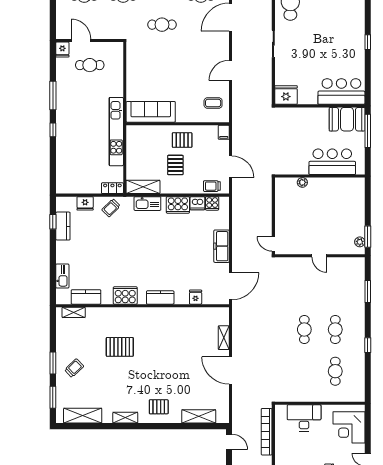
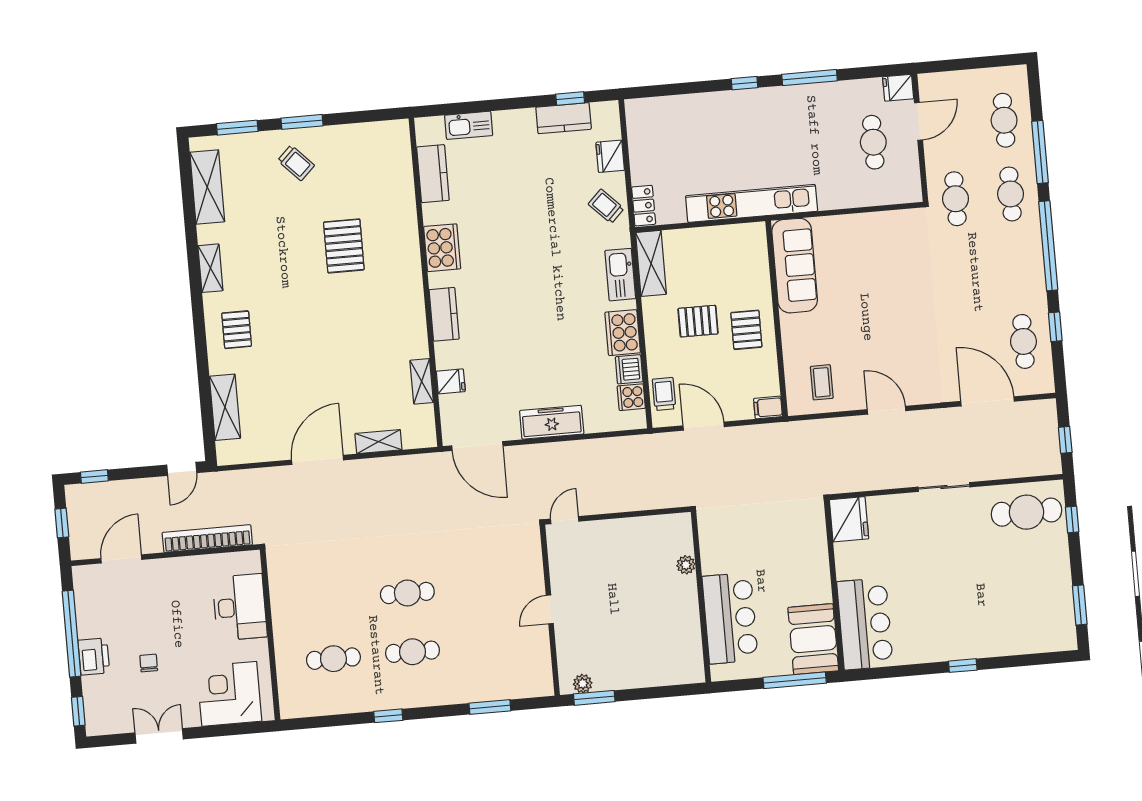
cafe table: (162, 25) -> (955, 199), moved
door: (231, 167) -> (704, 426), swing flipped
shelving: (74, 312) -> (422, 381), moved

